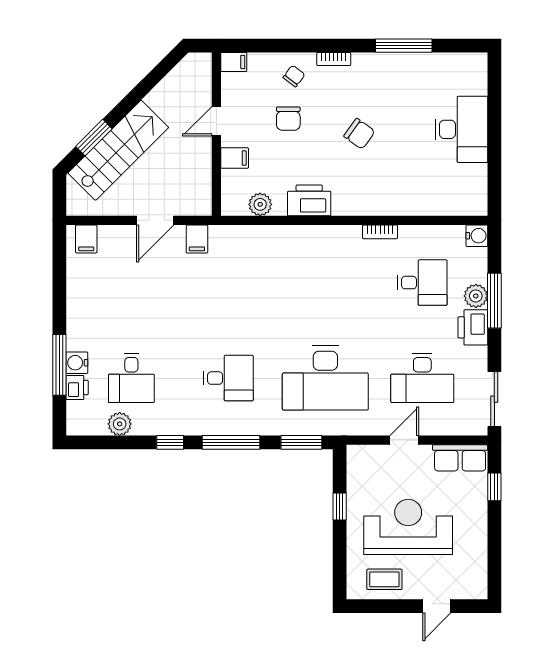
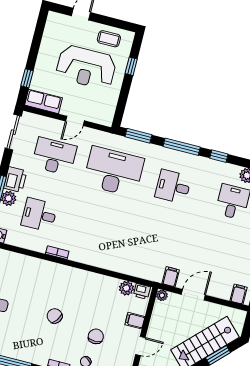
printer: (309, 200) -> (142, 291), moved, width x0.53, depth x0.68
plant: (203, 207) -> (162, 295), added
window: (340, 506) -> (131, 66), moved

